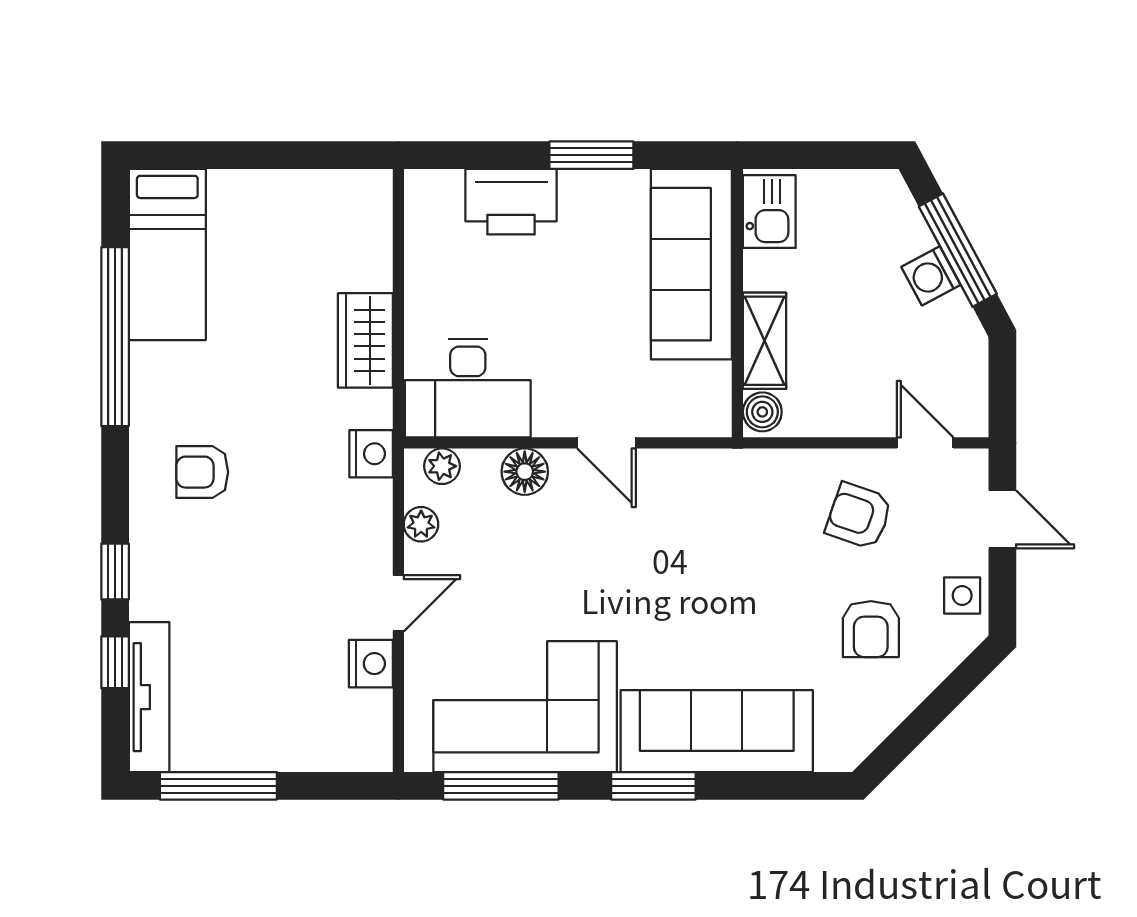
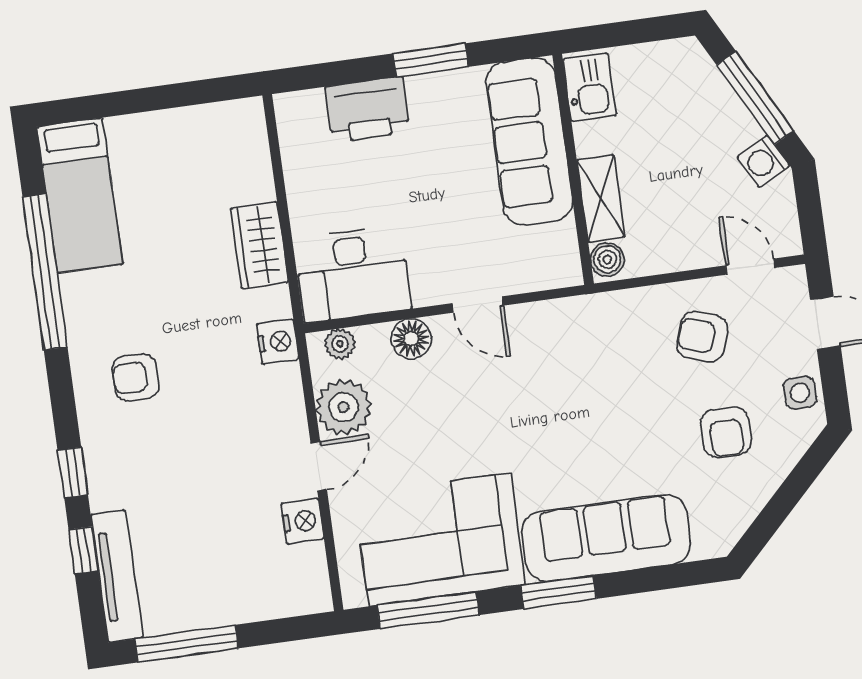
washing machine: (931, 276) -> (763, 161), moved
plant: (421, 524) -> (343, 407), width x1.87, depth x1.87

